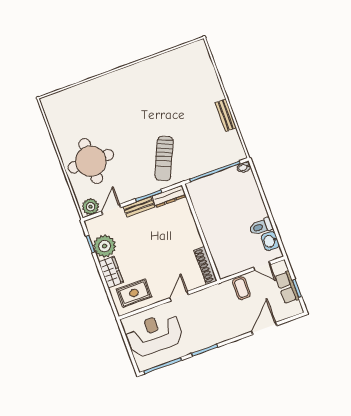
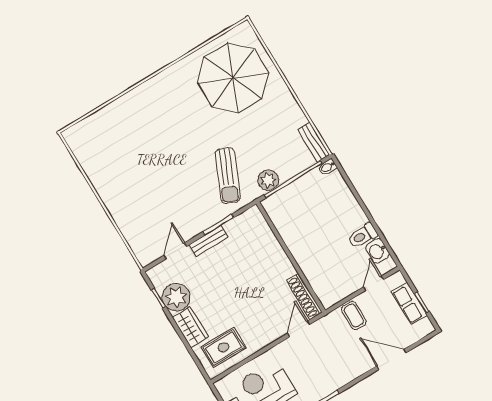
parasol: (184, 82) -> (233, 78), added
bench: (226, 115) -> (314, 142), moved
round table: (91, 161) -> (139, 197), removed
dresser: (169, 196) -> (243, 221), removed
plant: (90, 207) -> (268, 180), moved
door: (262, 266) -> (373, 283), swing flipped
door: (179, 296) -> (299, 329), moved
door: (264, 329) -> (391, 359), hinge flipped

